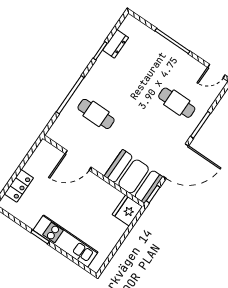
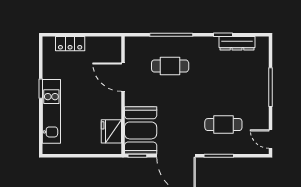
dresser: (116, 44) -> (237, 43), width x1.44
cafe table: (177, 103) -> (223, 125), turned 90
cafe table: (96, 114) -> (170, 66), turned 90
fridge: (127, 211) -> (111, 131), moved, turned -90

